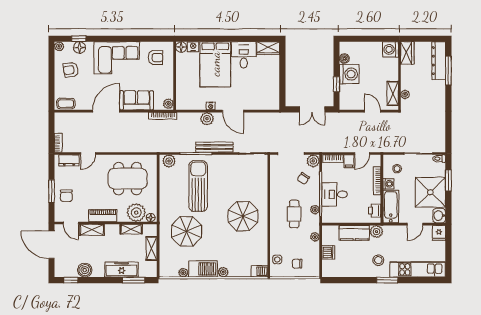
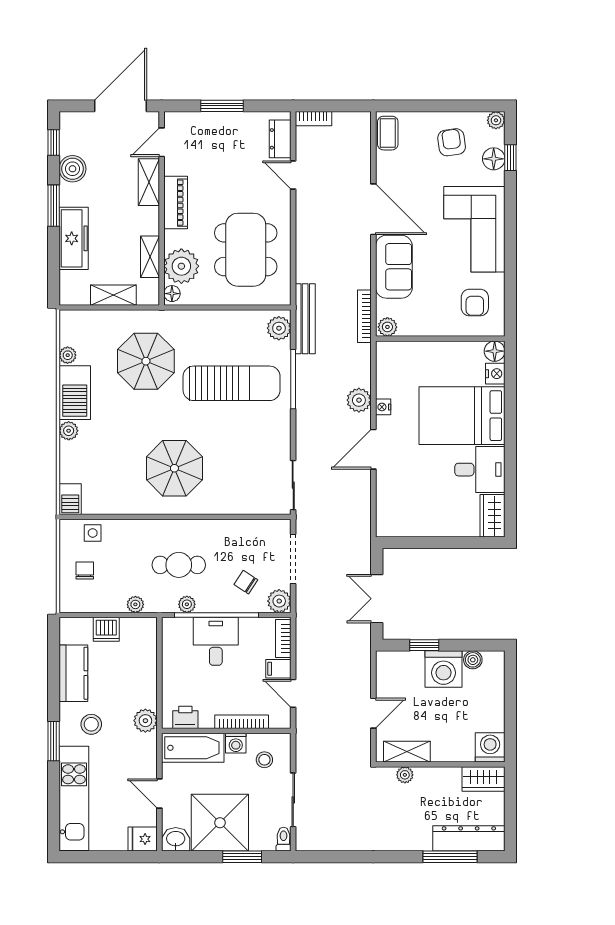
bench: (214, 147) -> (305, 319), moved
chair: (66, 196) -> (213, 134), removed
kitchen counter: (354, 233) -> (73, 673), moved, turned 180
window: (134, 280) -> (54, 206), moved

